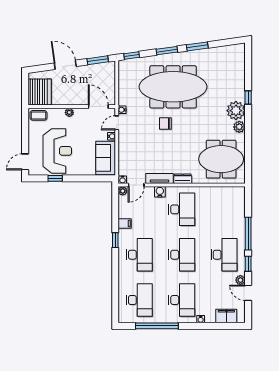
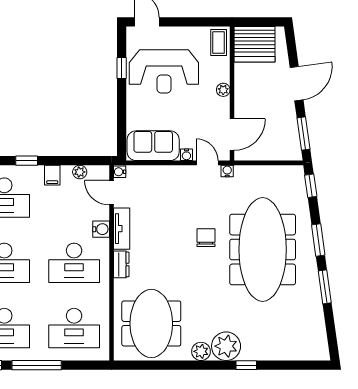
plant: (123, 191) -> (80, 172), moved
desk: (224, 209) -> (74, 328), added

